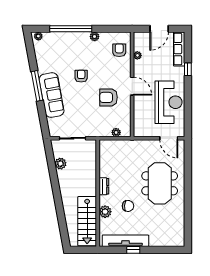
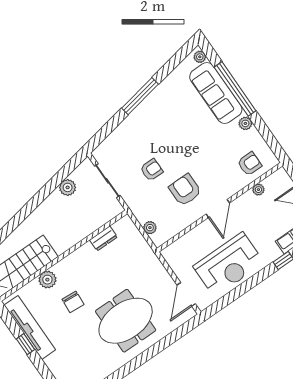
armchair: (81, 76) -> (152, 170), moved
sofa: (52, 95) -> (216, 93), moved, turned 100
dresser: (104, 186) -> (103, 238), moved

